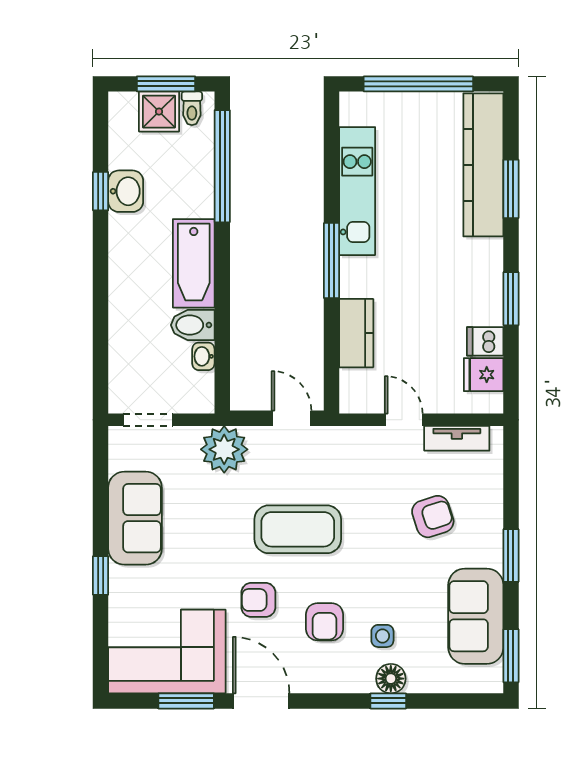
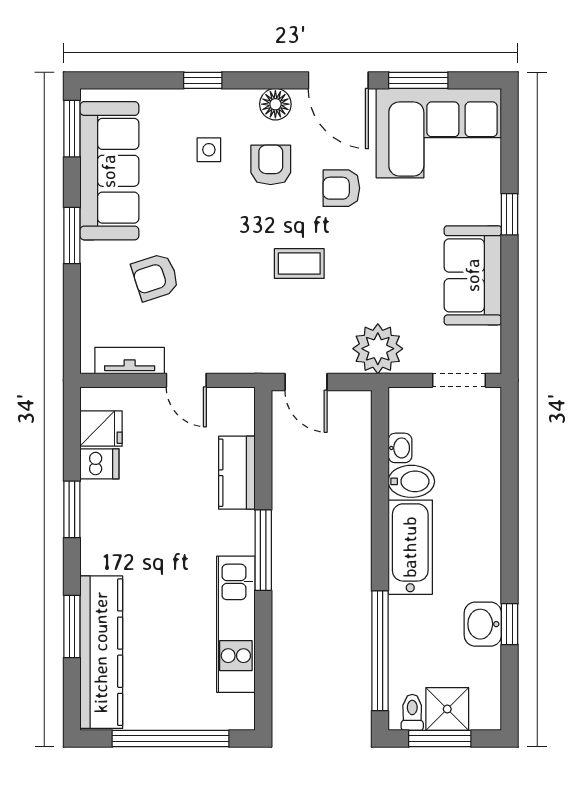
coffee table: (298, 529) -> (299, 264), width x0.54, depth x0.58
armchair: (258, 600) -> (341, 188), turned 180
sofa: (476, 616) -> (109, 171), width x1.36
floor lamp: (391, 679) -> (275, 104), moved

